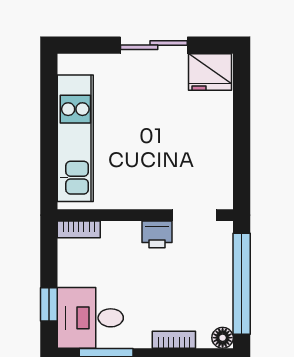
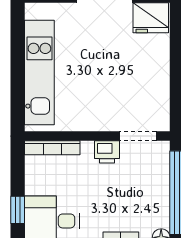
bookcase: (79, 229) -> (52, 148), width x1.56

